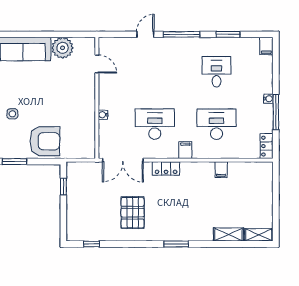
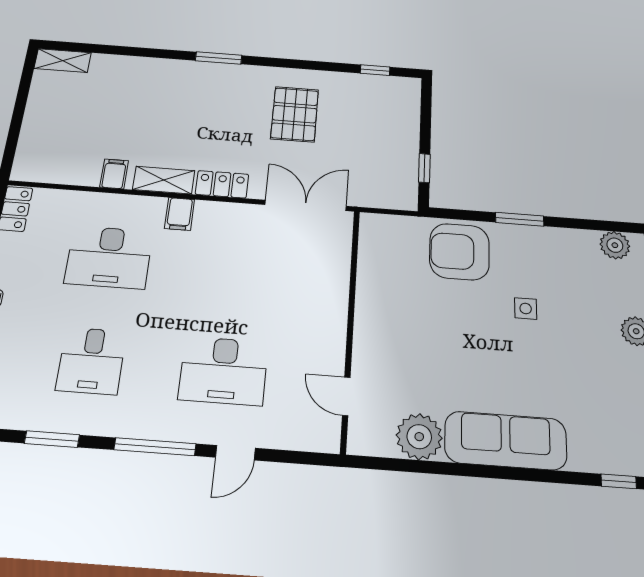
water cooler: (103, 115) -> (340, 293), removed
desk: (155, 124) -> (223, 371), moved
shelving: (228, 234) -> (164, 180), moved

